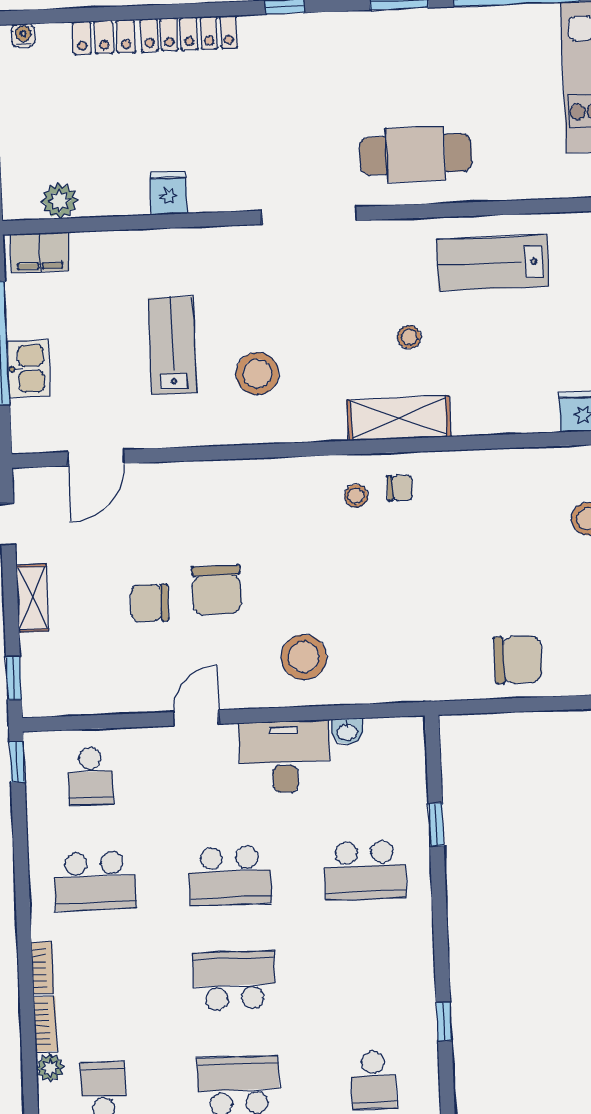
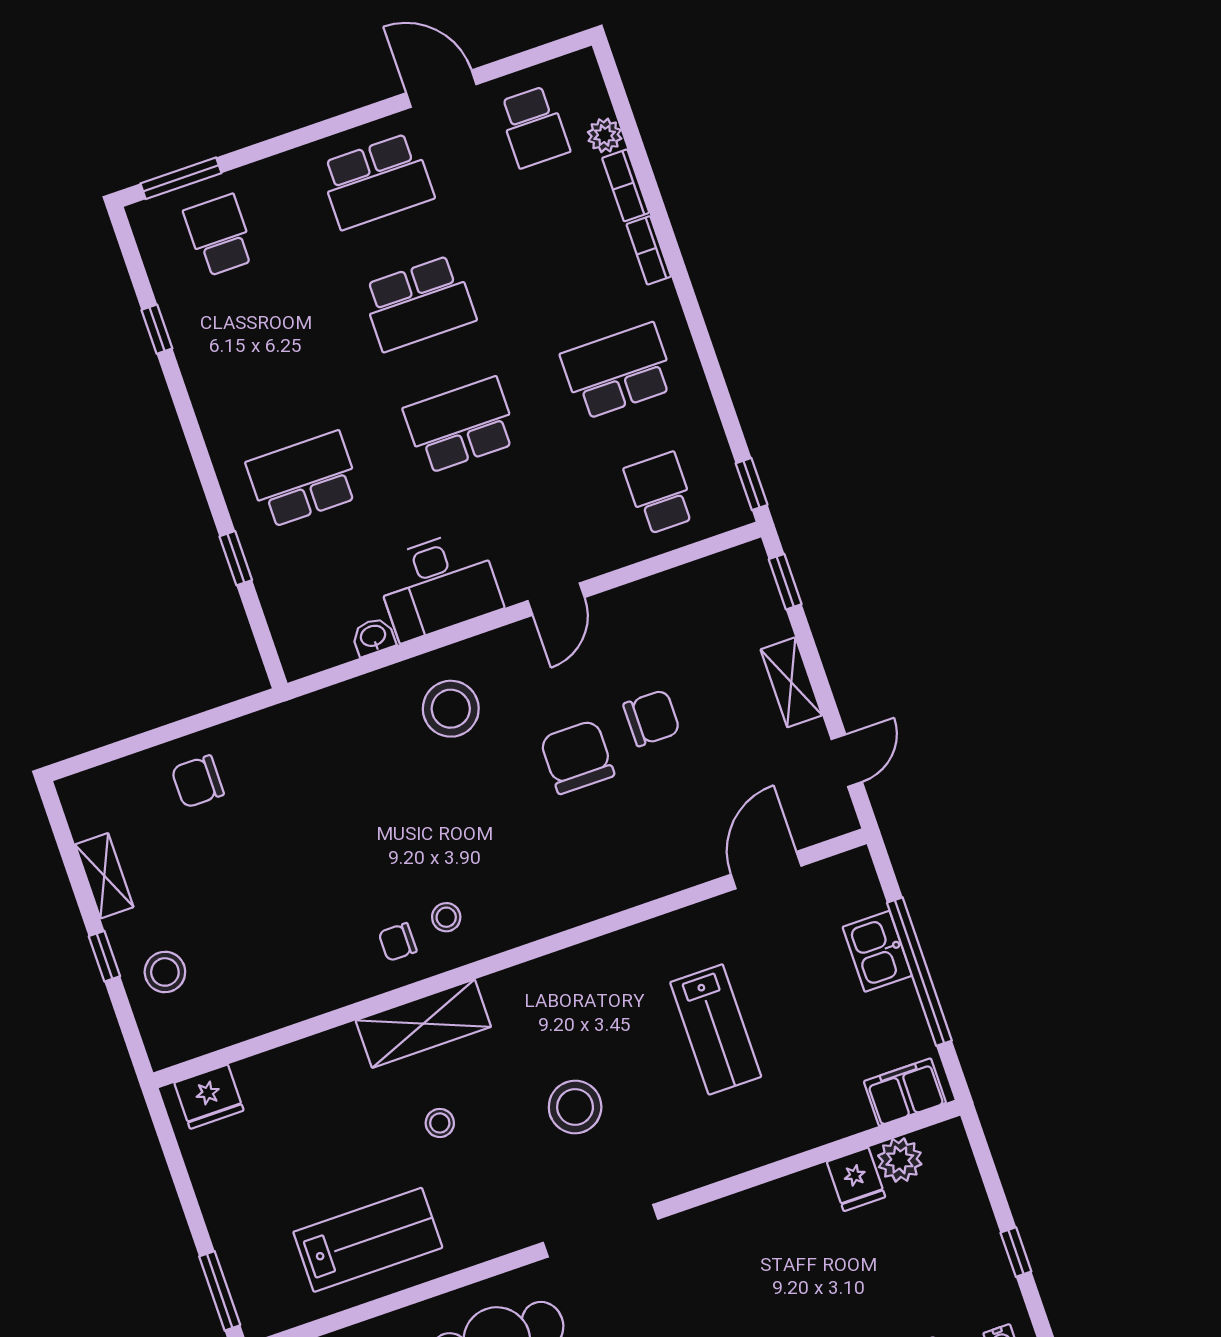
fridge: (169, 193) -> (856, 1179), moved
stool: (257, 374) -> (575, 1107), moved
chair: (518, 660) -> (198, 781), width x0.73, depth x0.73

